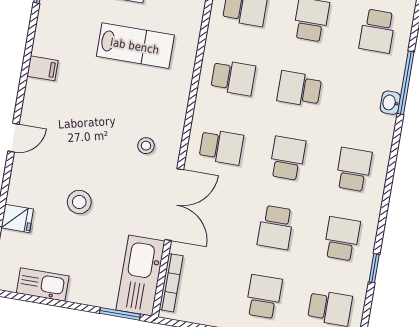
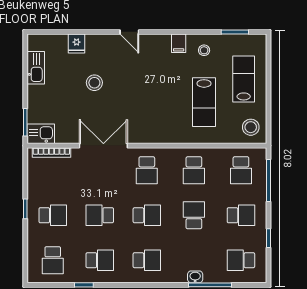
stool: (146, 146) -> (204, 50), moved
double door: (174, 205) -> (103, 146), swing flipped
kitchen sink: (140, 276) -> (41, 134), width x0.53, depth x0.81

